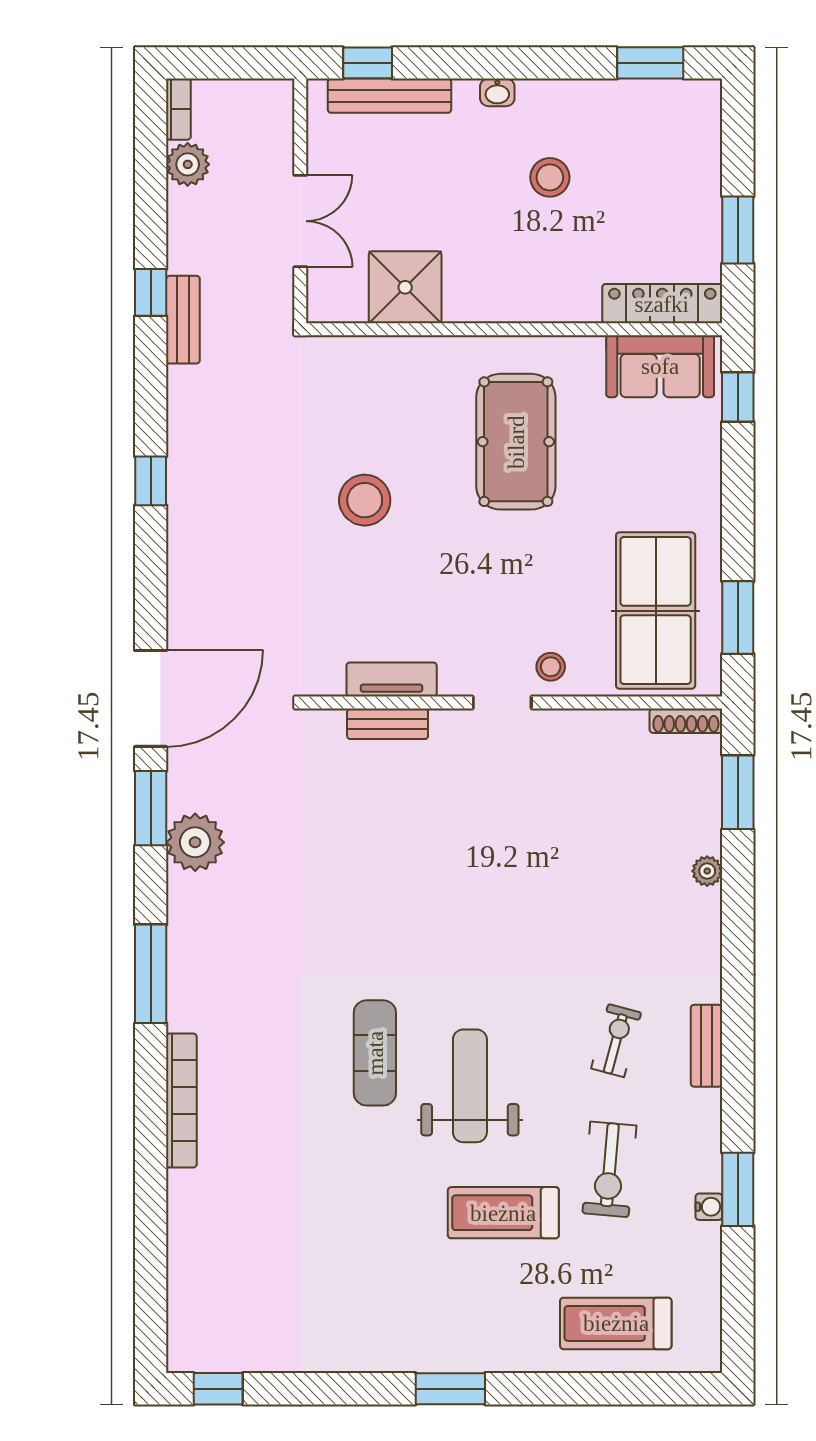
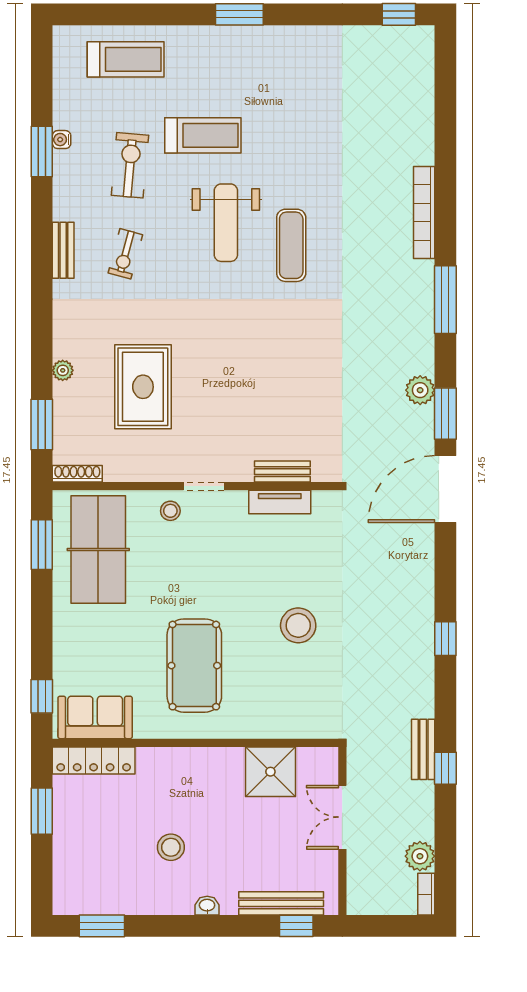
plant: (195, 842) -> (420, 390), width x0.73, depth x0.73
rug: (590, 847) -> (143, 387), added

